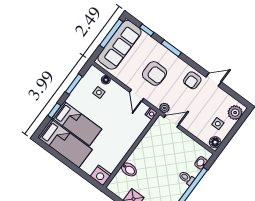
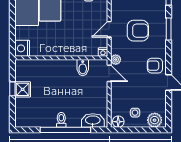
armchair: (155, 73) -> (138, 31), turned -90
washbasin: (201, 163) -> (93, 120), width x1.91, depth x1.45
bidet: (129, 169) -> (83, 68), moved
toilet: (186, 178) -> (61, 120), moved

